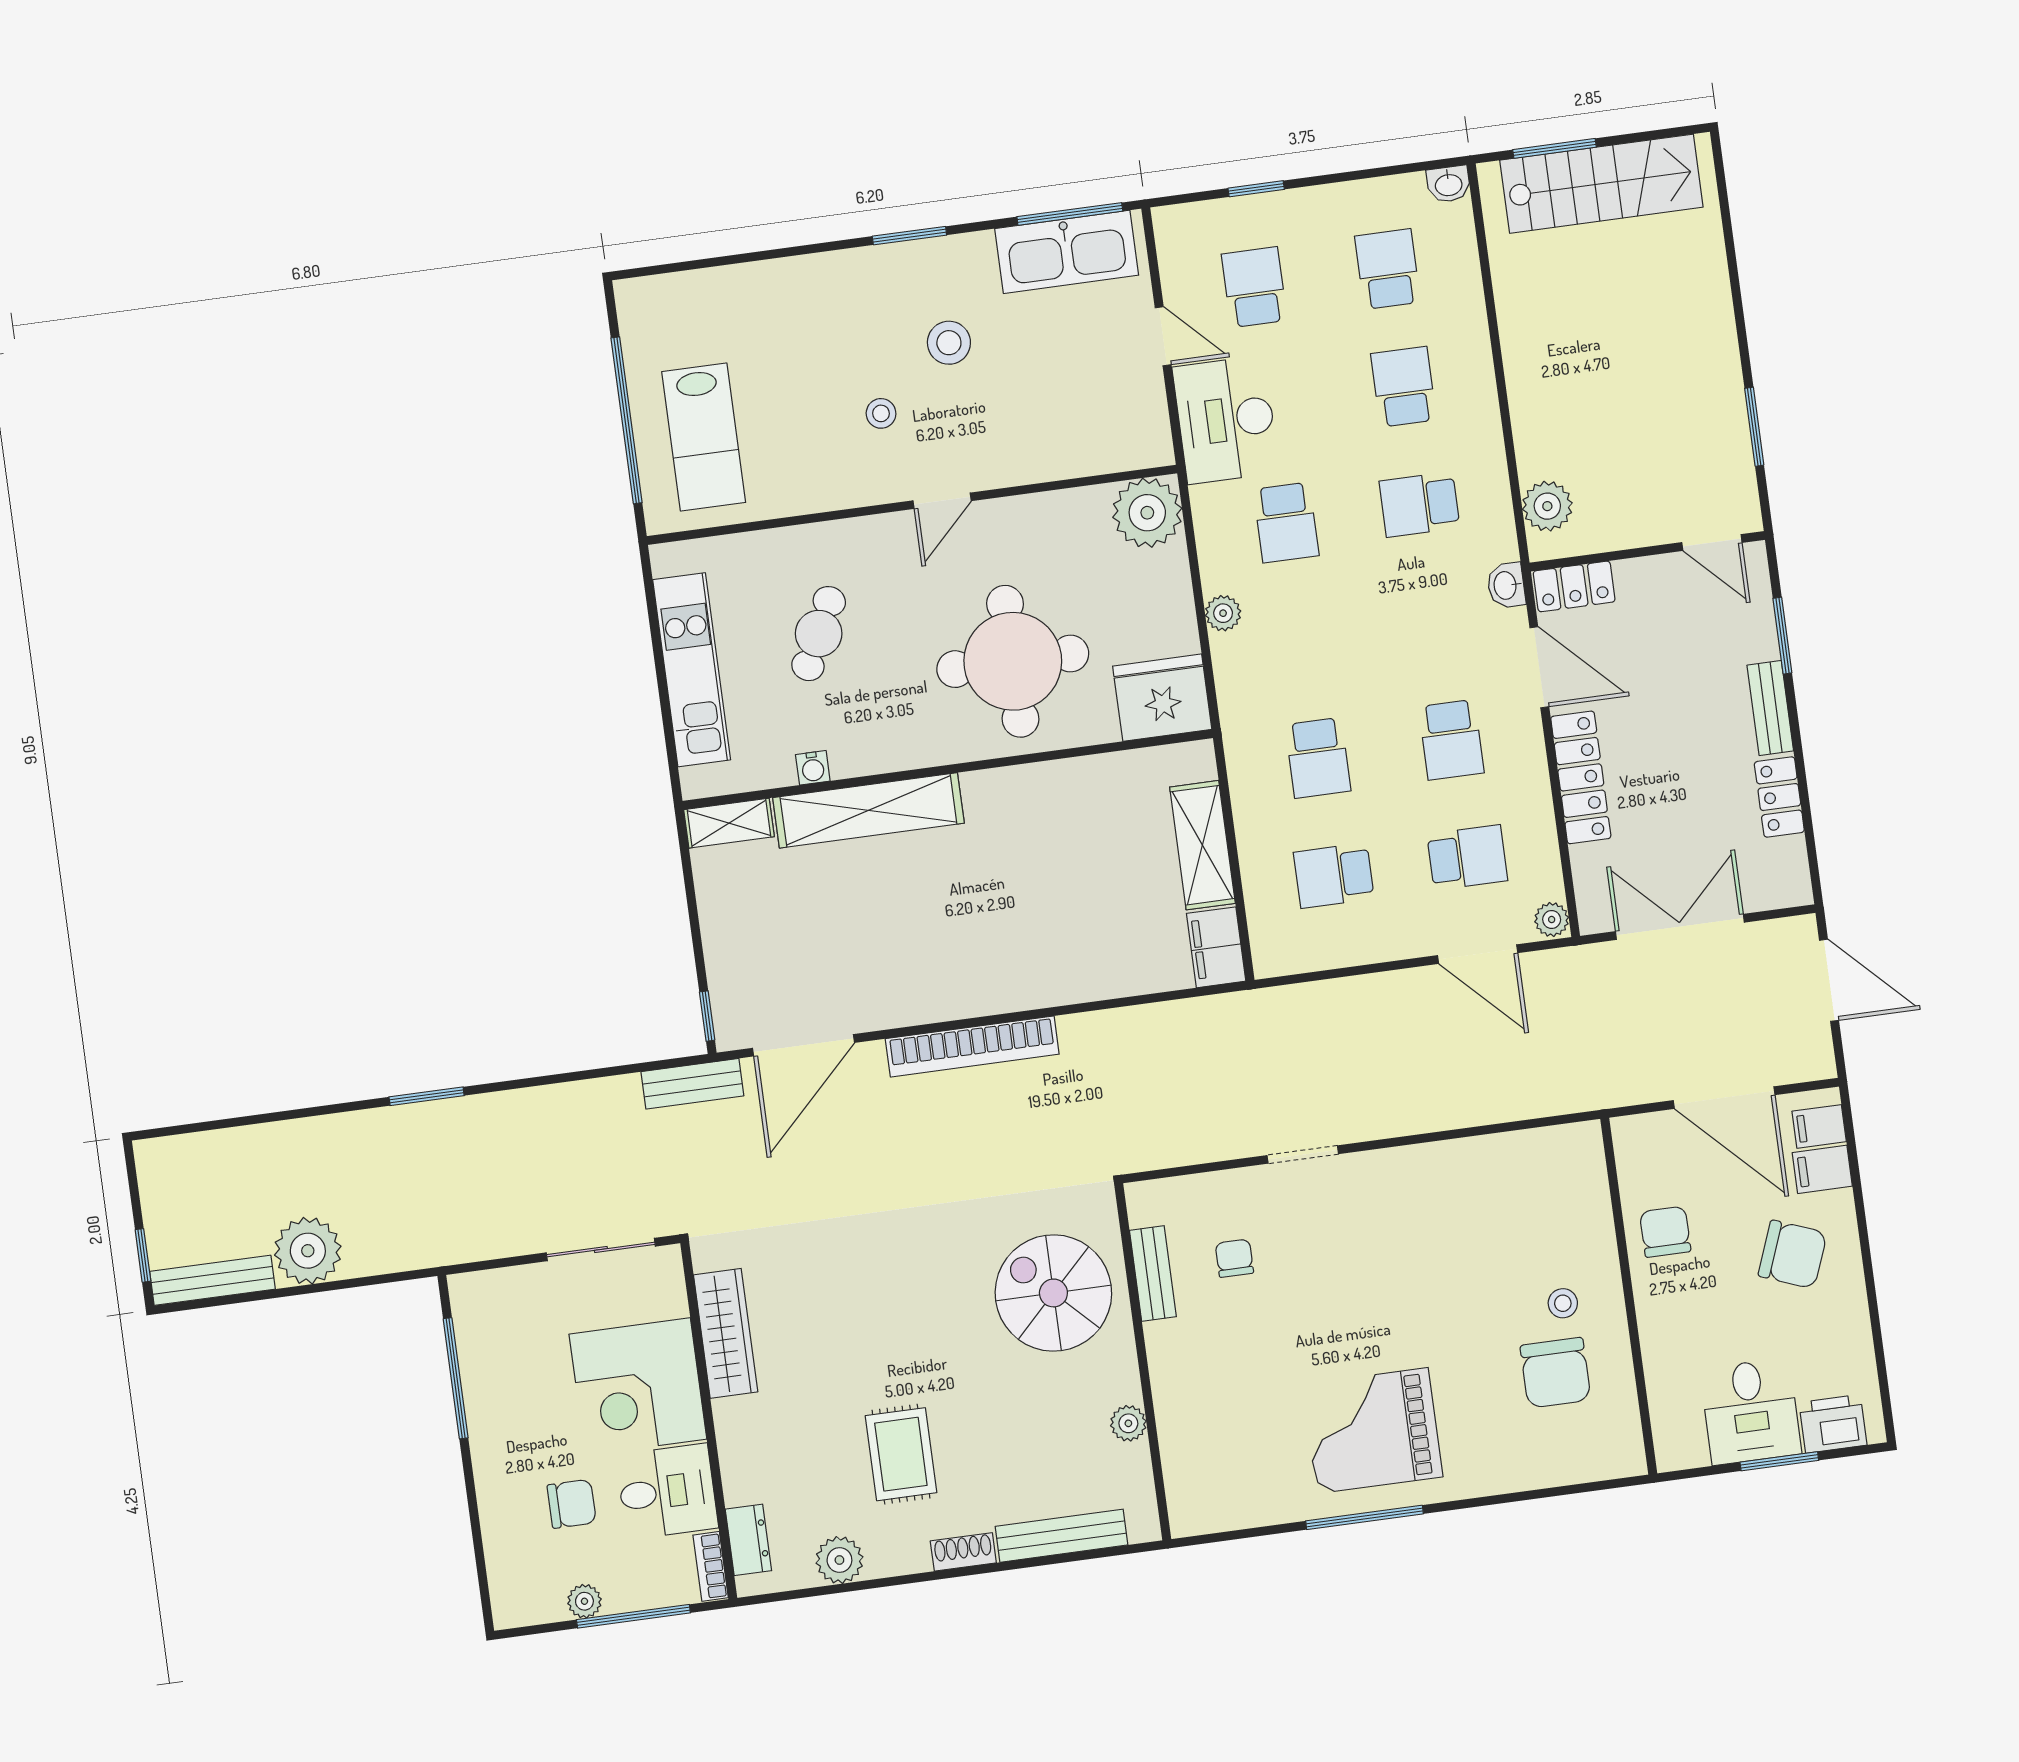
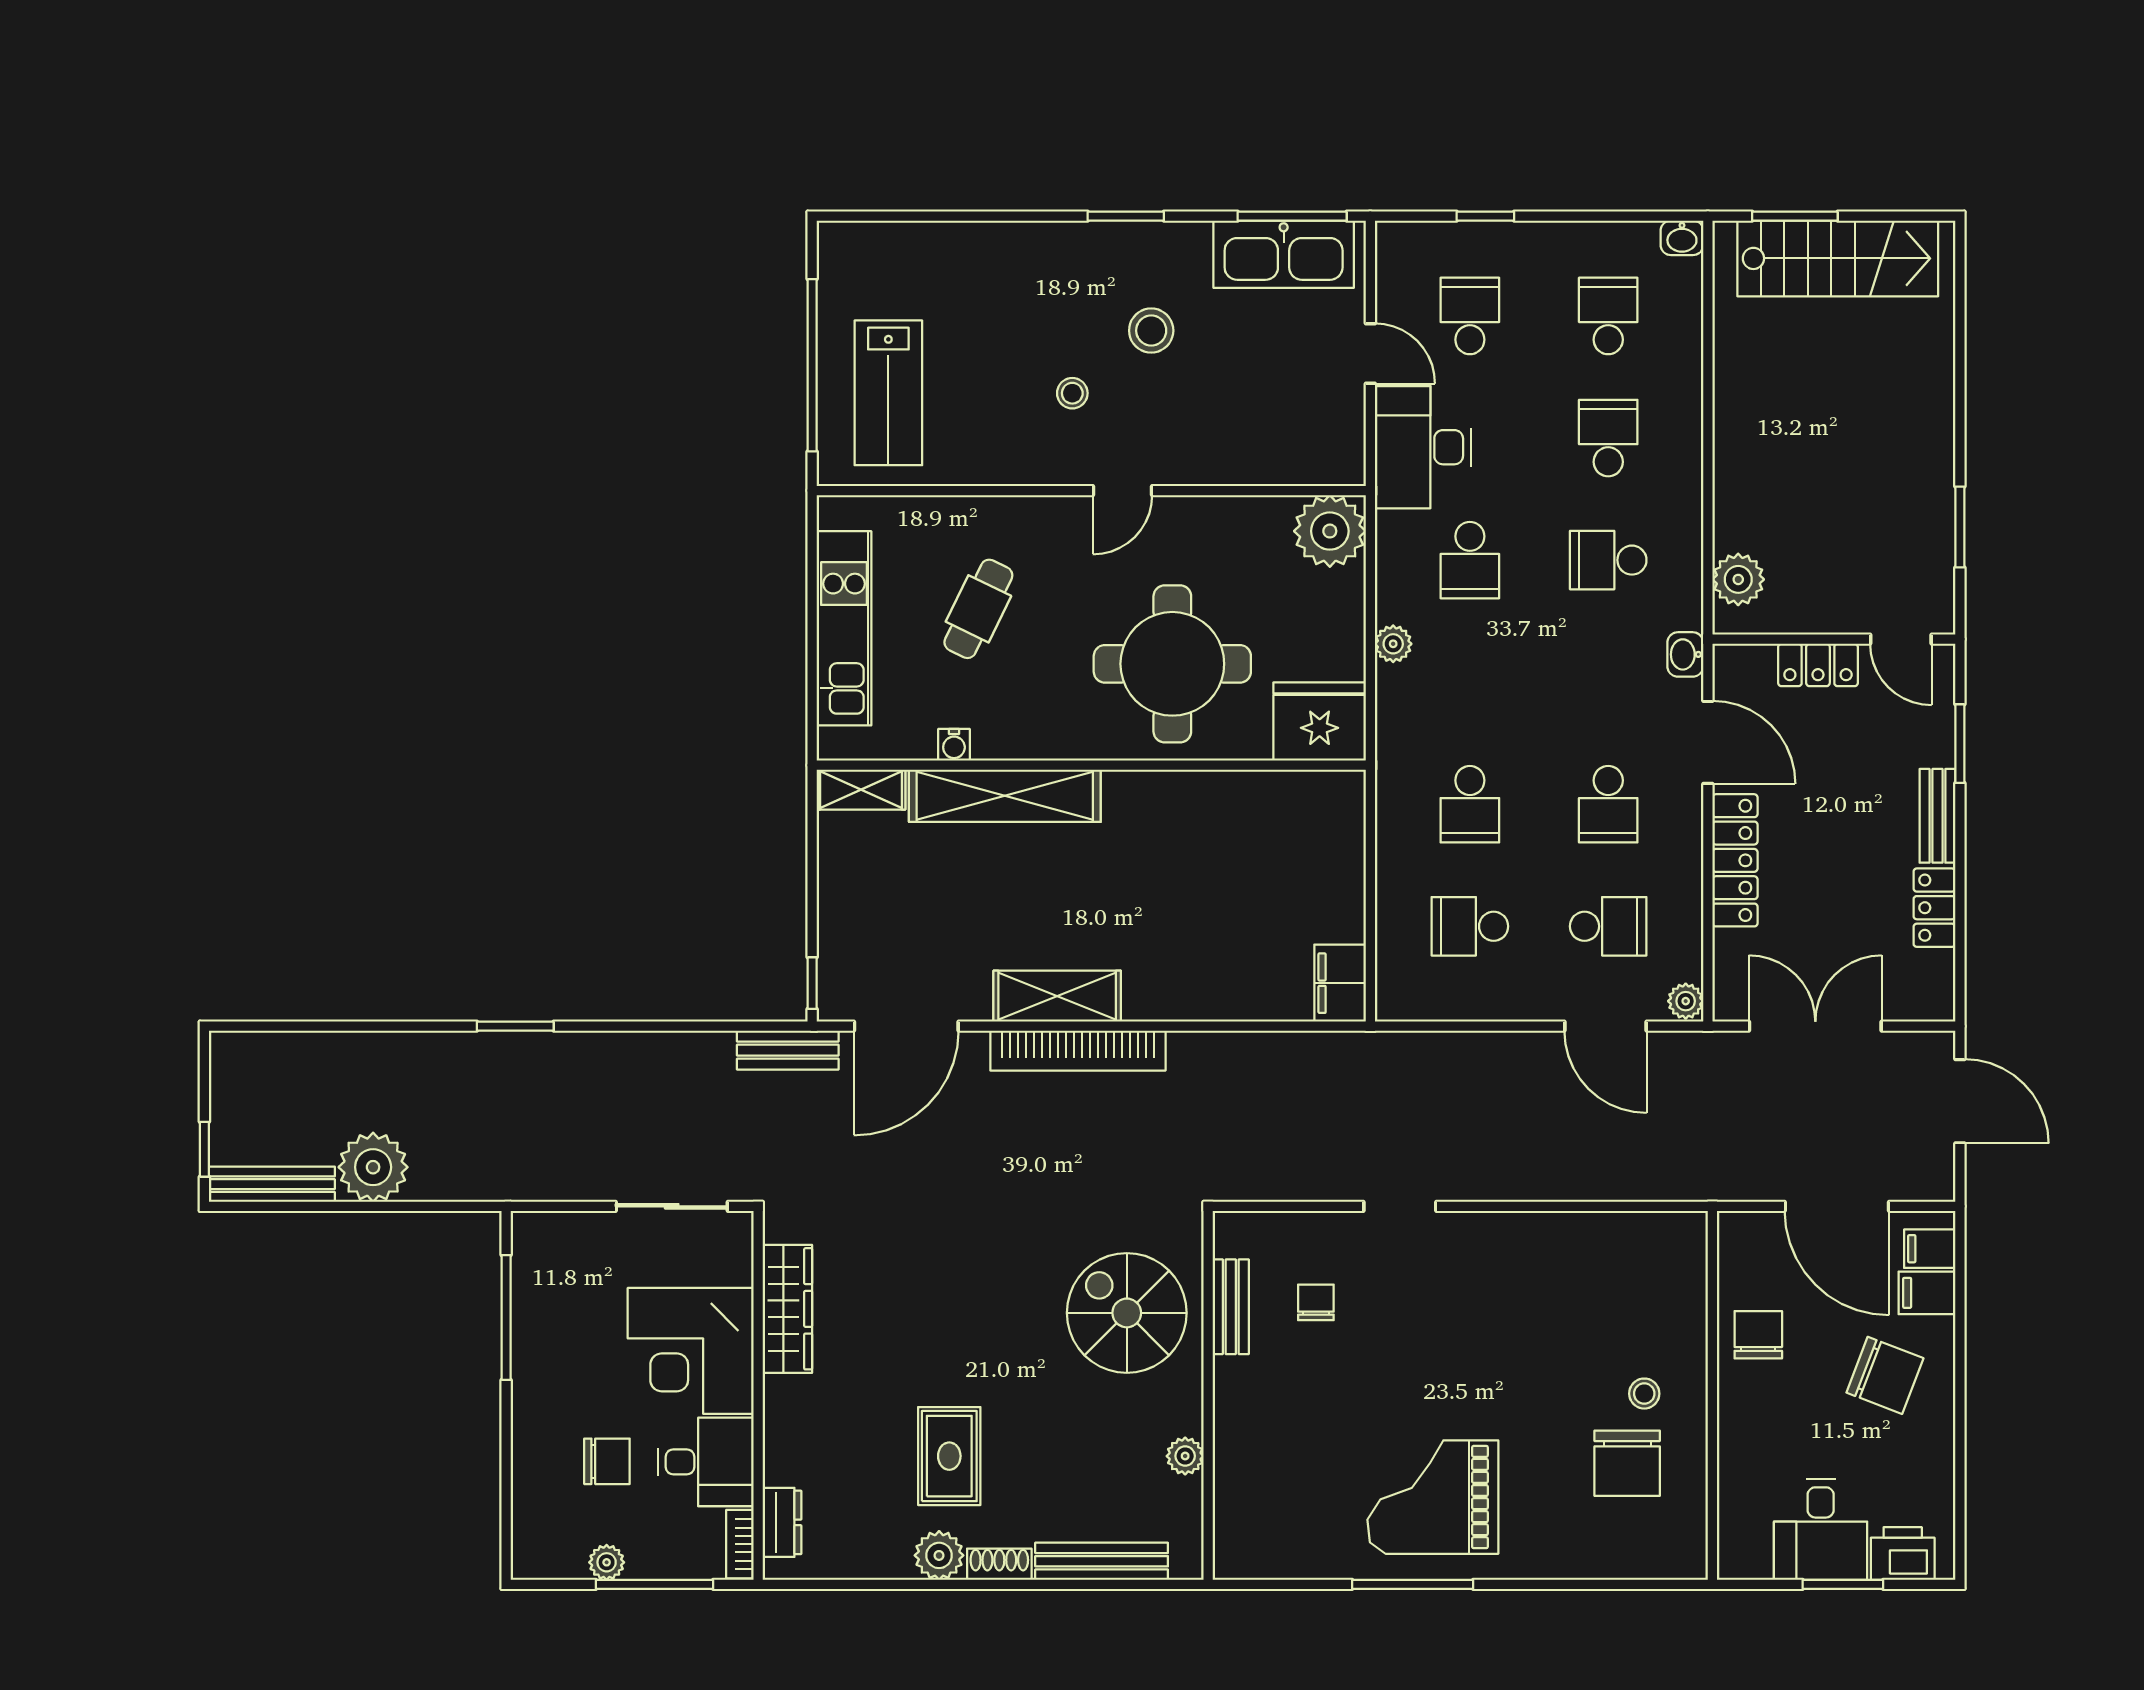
locker: (1574, 586) -> (1818, 665), moved
shelving: (1202, 845) -> (1057, 996), moved, turned 90
plant: (839, 1560) -> (939, 1555), moved

